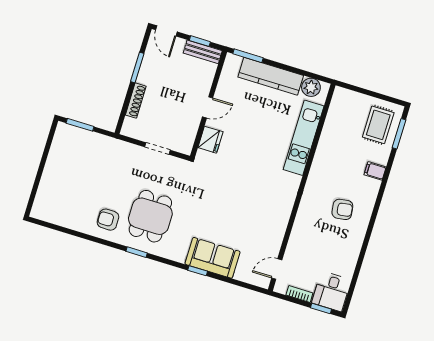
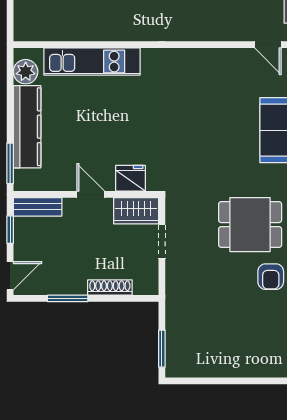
bench: (203, 52) -> (38, 207), moved, turned 90
wardrobe: (186, 137) -> (136, 211), added

